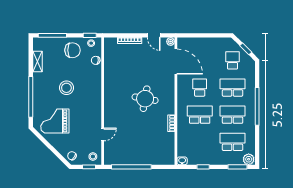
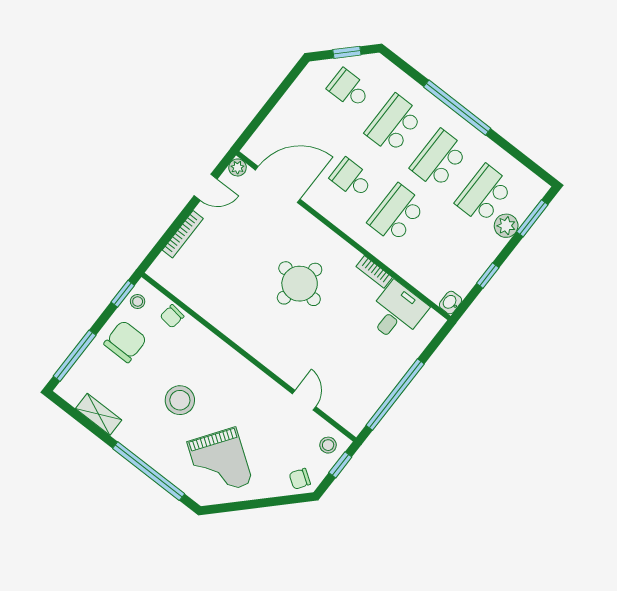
grand piano: (55, 121) -> (220, 462), turned -55
desk: (163, 144) -> (397, 312), added
plant: (249, 159) -> (506, 226), moved

